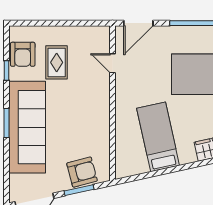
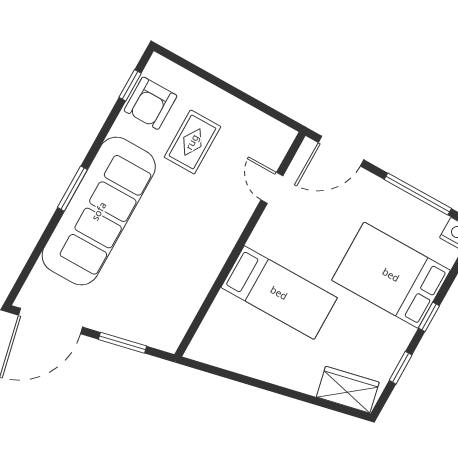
window: (7, 70) -> (130, 85), moved
bed: (158, 137) -> (279, 293), moved, turned 102
armchair: (82, 172) -> (141, 319), removed

